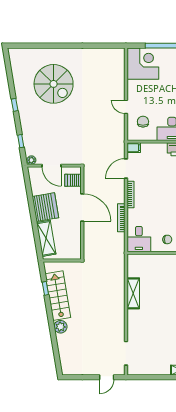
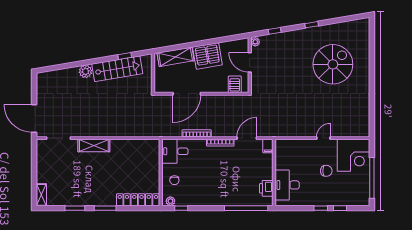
spiral stairs: (54, 84) -> (333, 64), turned 180
door: (126, 107) -> (323, 138), moved
chair: (143, 122) -> (326, 171), moved
door: (52, 166) -> (250, 62), hinge flipped
door: (126, 168) -> (247, 138), hinge flipped
door: (82, 208) -> (187, 94), moved
shelving: (133, 293) -> (94, 146), moved
door: (107, 377) -> (34, 118), width x1.87

